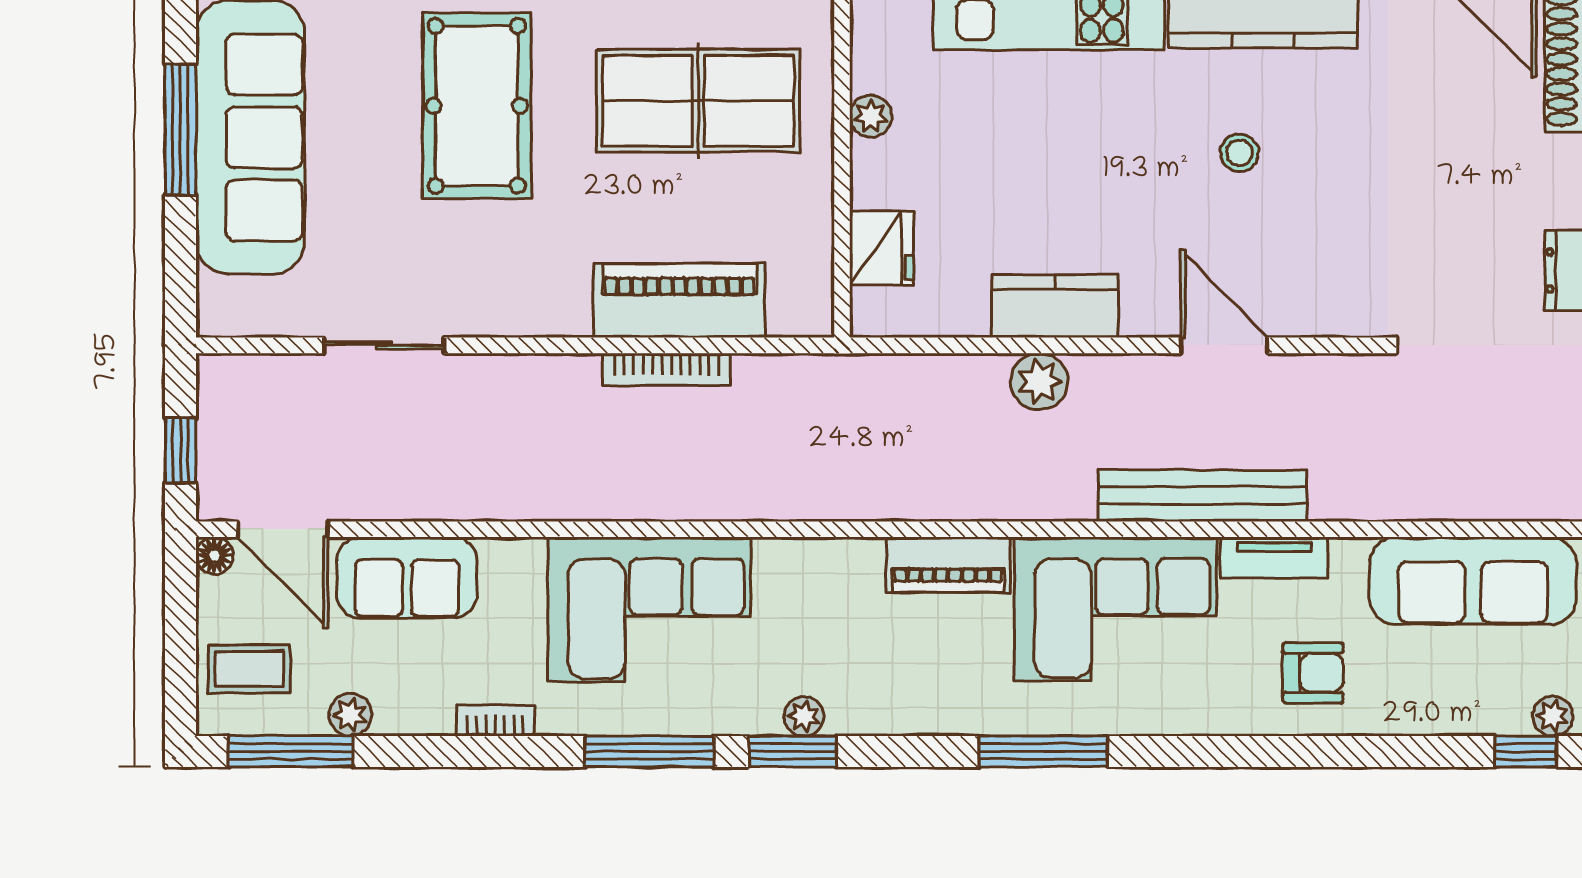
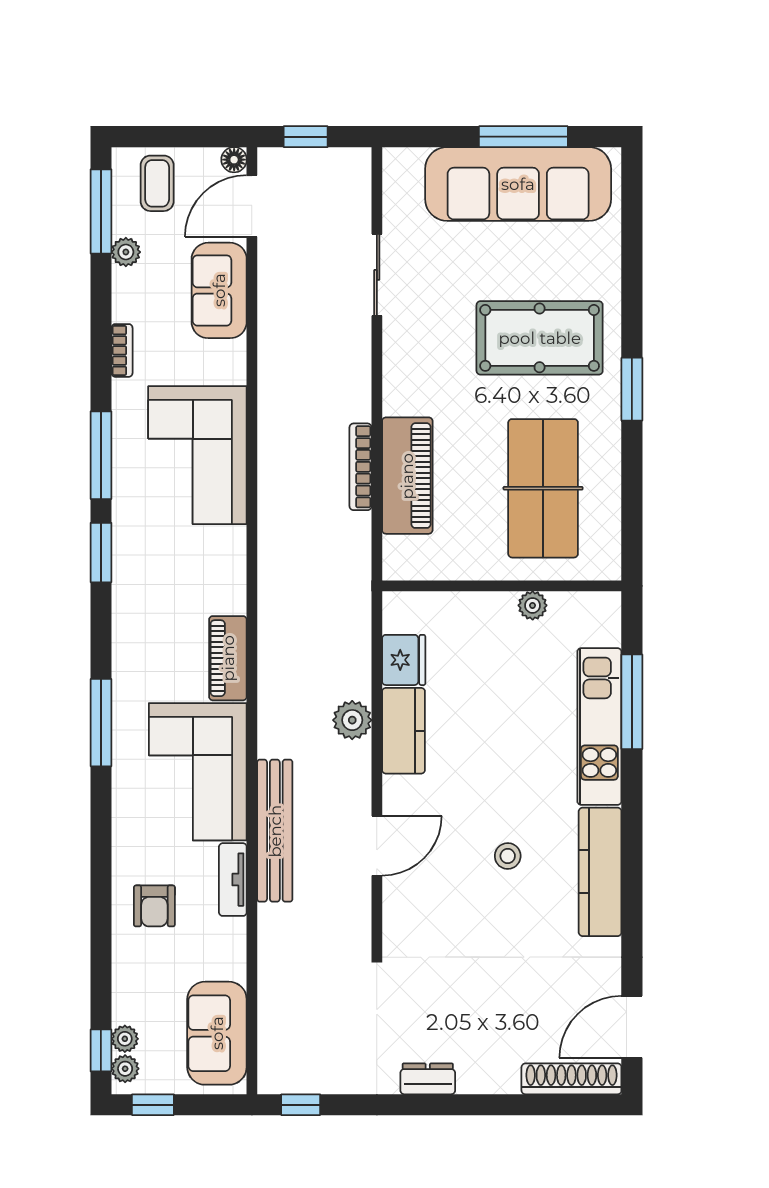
fridge: (881, 248) -> (404, 660), moved, turned -90
sofa: (1473, 581) -> (217, 1033), width x0.73
plant: (804, 716) -> (125, 1039), moved

